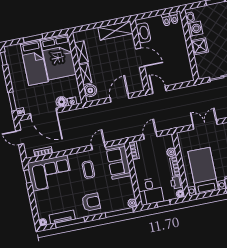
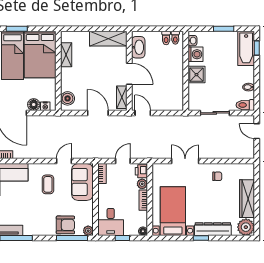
shelving: (85, 74) -> (122, 97), moved
door: (120, 98) -> (98, 113), hinge flipped
printer: (177, 182) -> (141, 171), moved
armchair: (91, 202) -> (65, 225), moved

